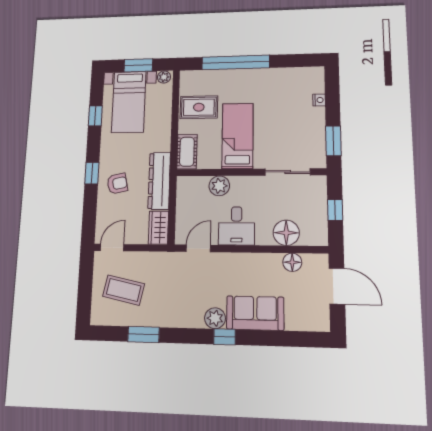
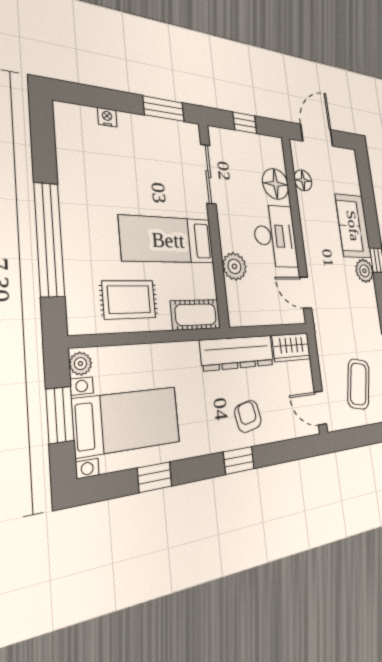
rug: (199, 107) -> (129, 300), turned 90
desk: (236, 226) -> (275, 236), width x1.37

